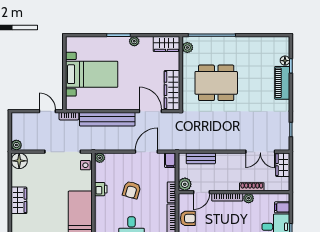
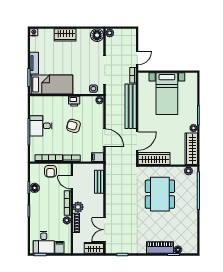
wardrobe: (166, 44) -> (191, 149), width x1.50
plant: (185, 184) -> (78, 207), moved

